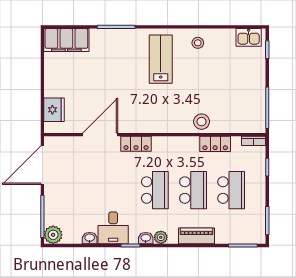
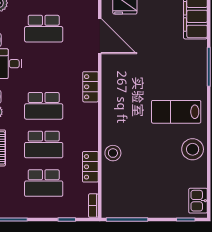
stool: (198, 43) -> (193, 149), width x1.89, depth x1.89
lab bench: (161, 59) -> (176, 112), turned 180
door: (100, 135) -> (100, 36), moved
school desk: (78, 190) -> (44, 29), added

